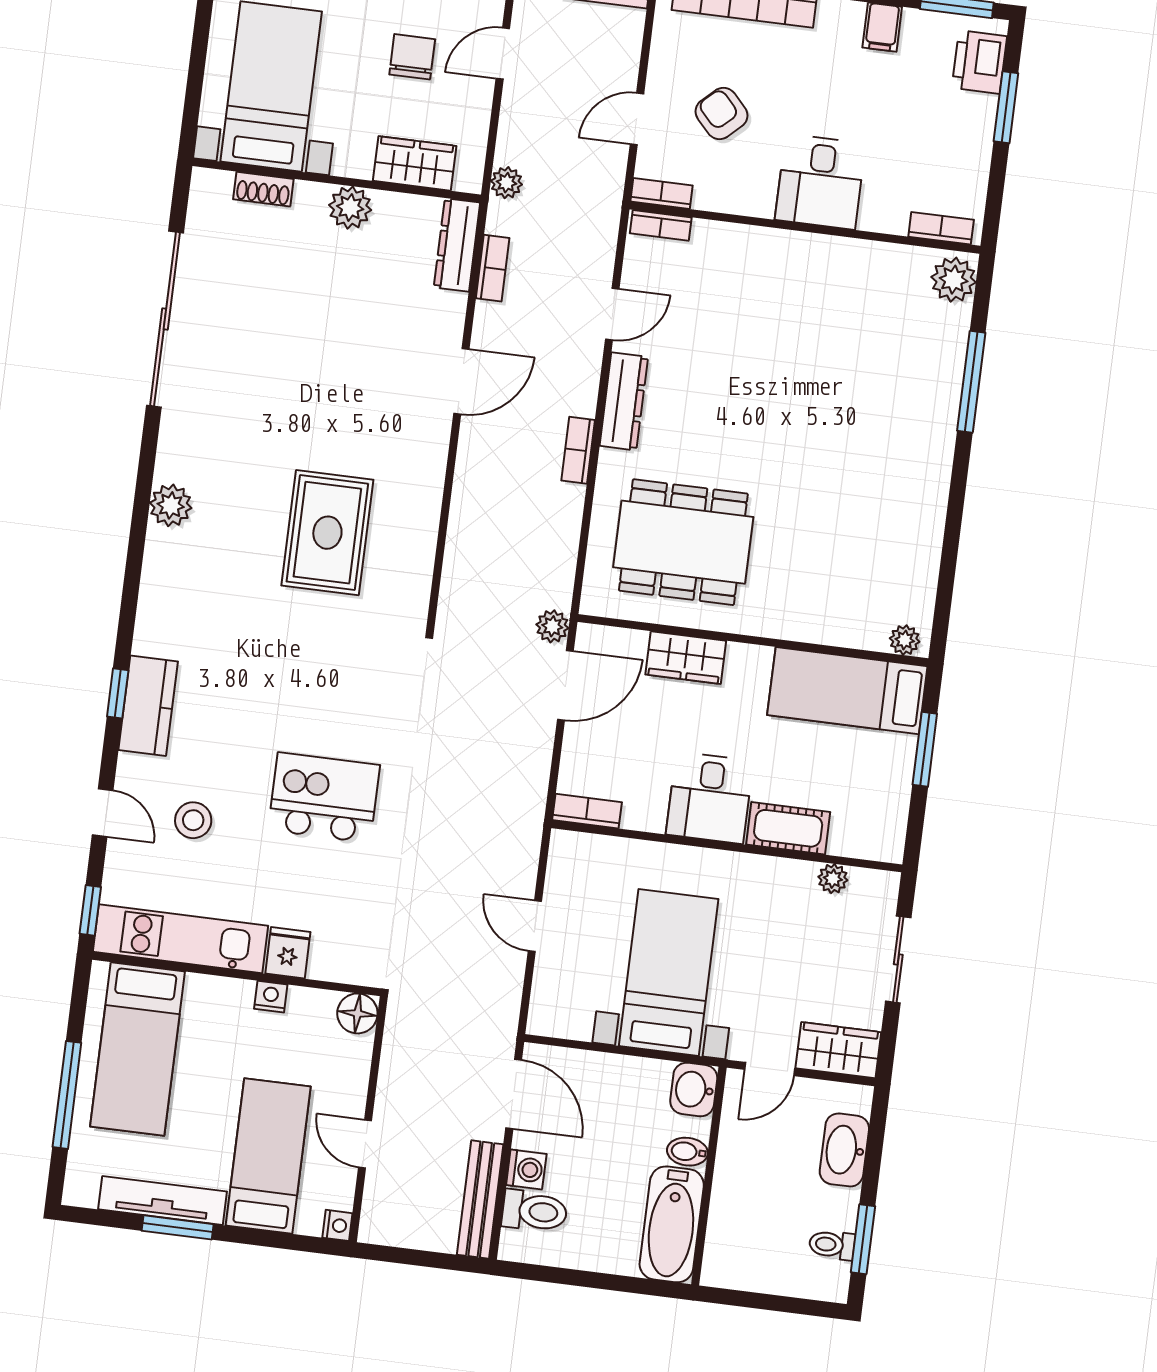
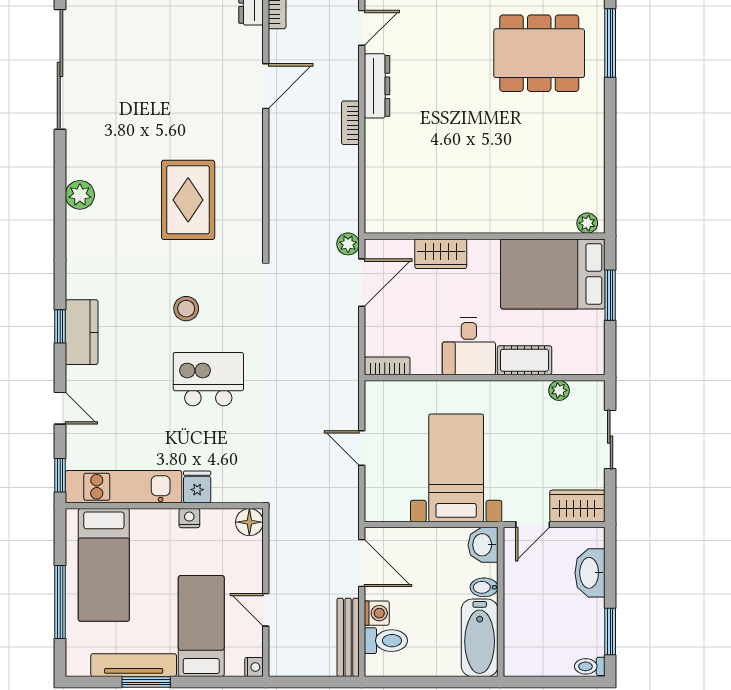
dining table: (683, 542) -> (539, 53), moved
bed: (847, 691) -> (553, 274), width x1.50
stool: (193, 820) -> (186, 309), moved
toilet: (832, 1245) -> (590, 666), moved

